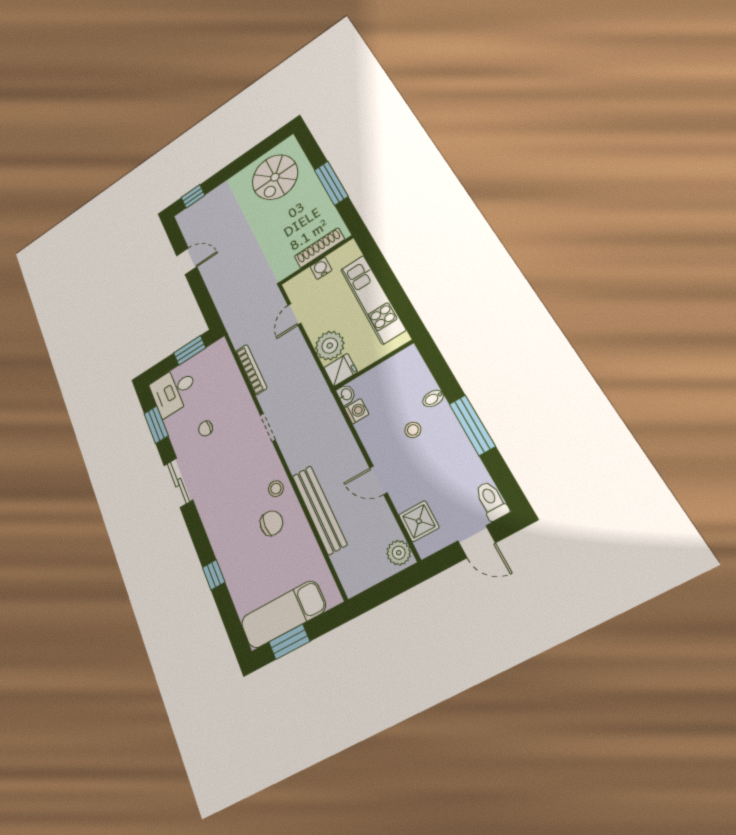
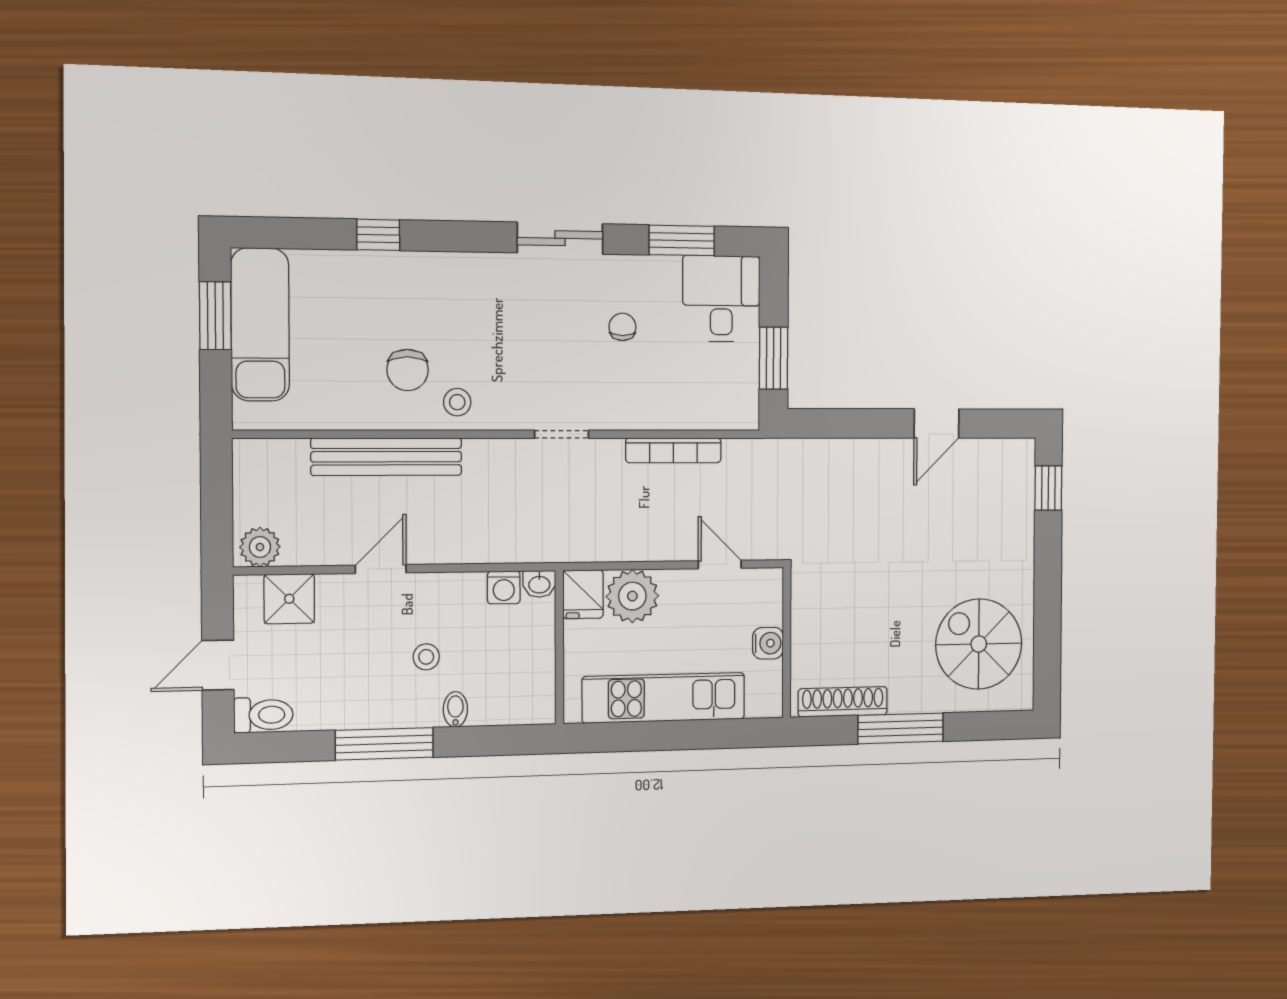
shoe rack: (319, 248) -> (843, 702), moved, turned -90

